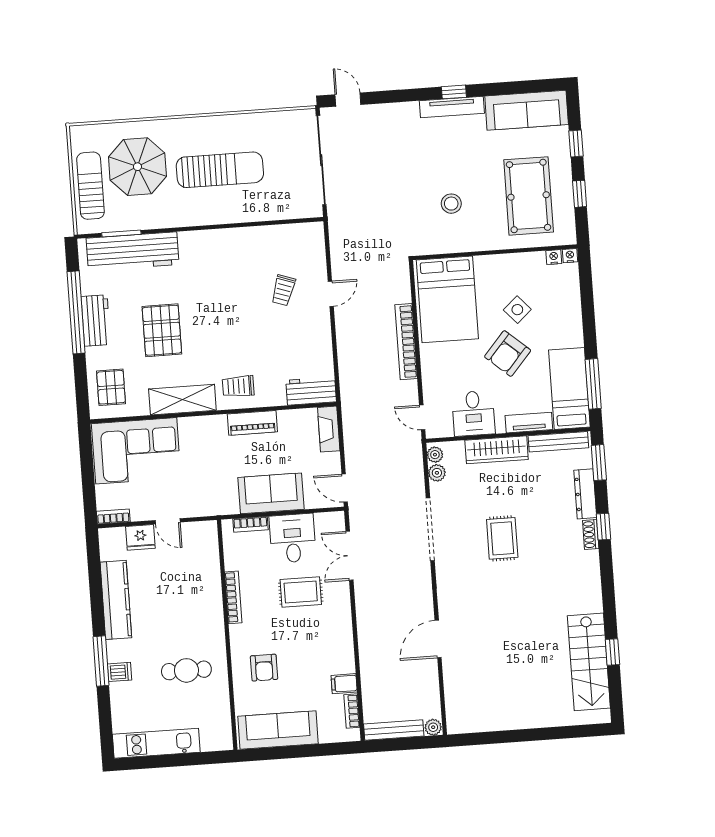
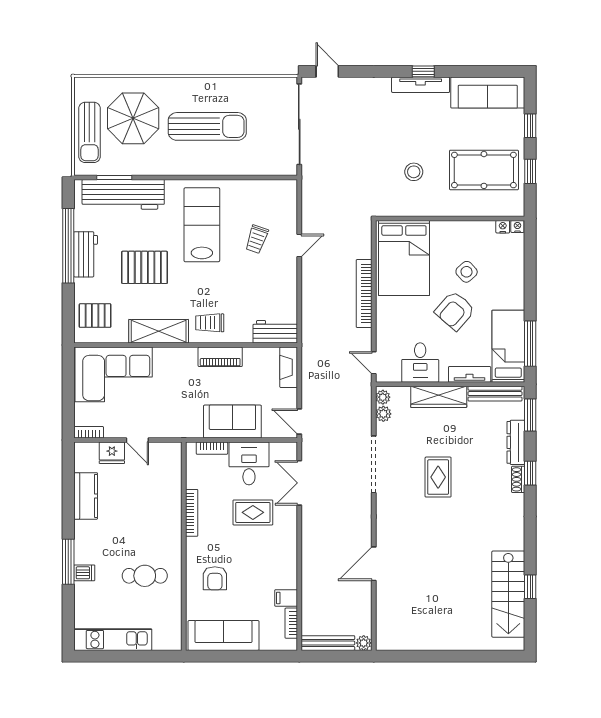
sun lounger: (90, 186) -> (89, 132), turned 180
pool table: (529, 196) -> (484, 170), turned 90
lab bench: (222, 279) -> (202, 225), added
pallet: (162, 330) -> (145, 267), turned 90
pallet: (111, 387) -> (95, 316), turned 90
kitchen counter: (116, 600) -> (86, 496), width x0.67

